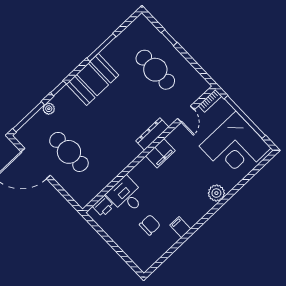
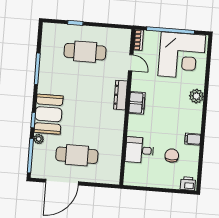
booth: (93, 80) -> (49, 114), moved
printer: (103, 206) -> (188, 184), moved, turned -90

